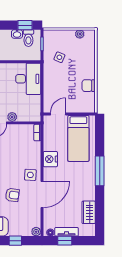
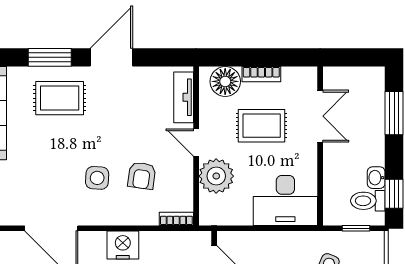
plant: (12, 117) -> (216, 176), width x1.88, depth x1.88
side table: (30, 175) -> (97, 178), moved
armchair: (12, 195) -> (142, 176), moved

